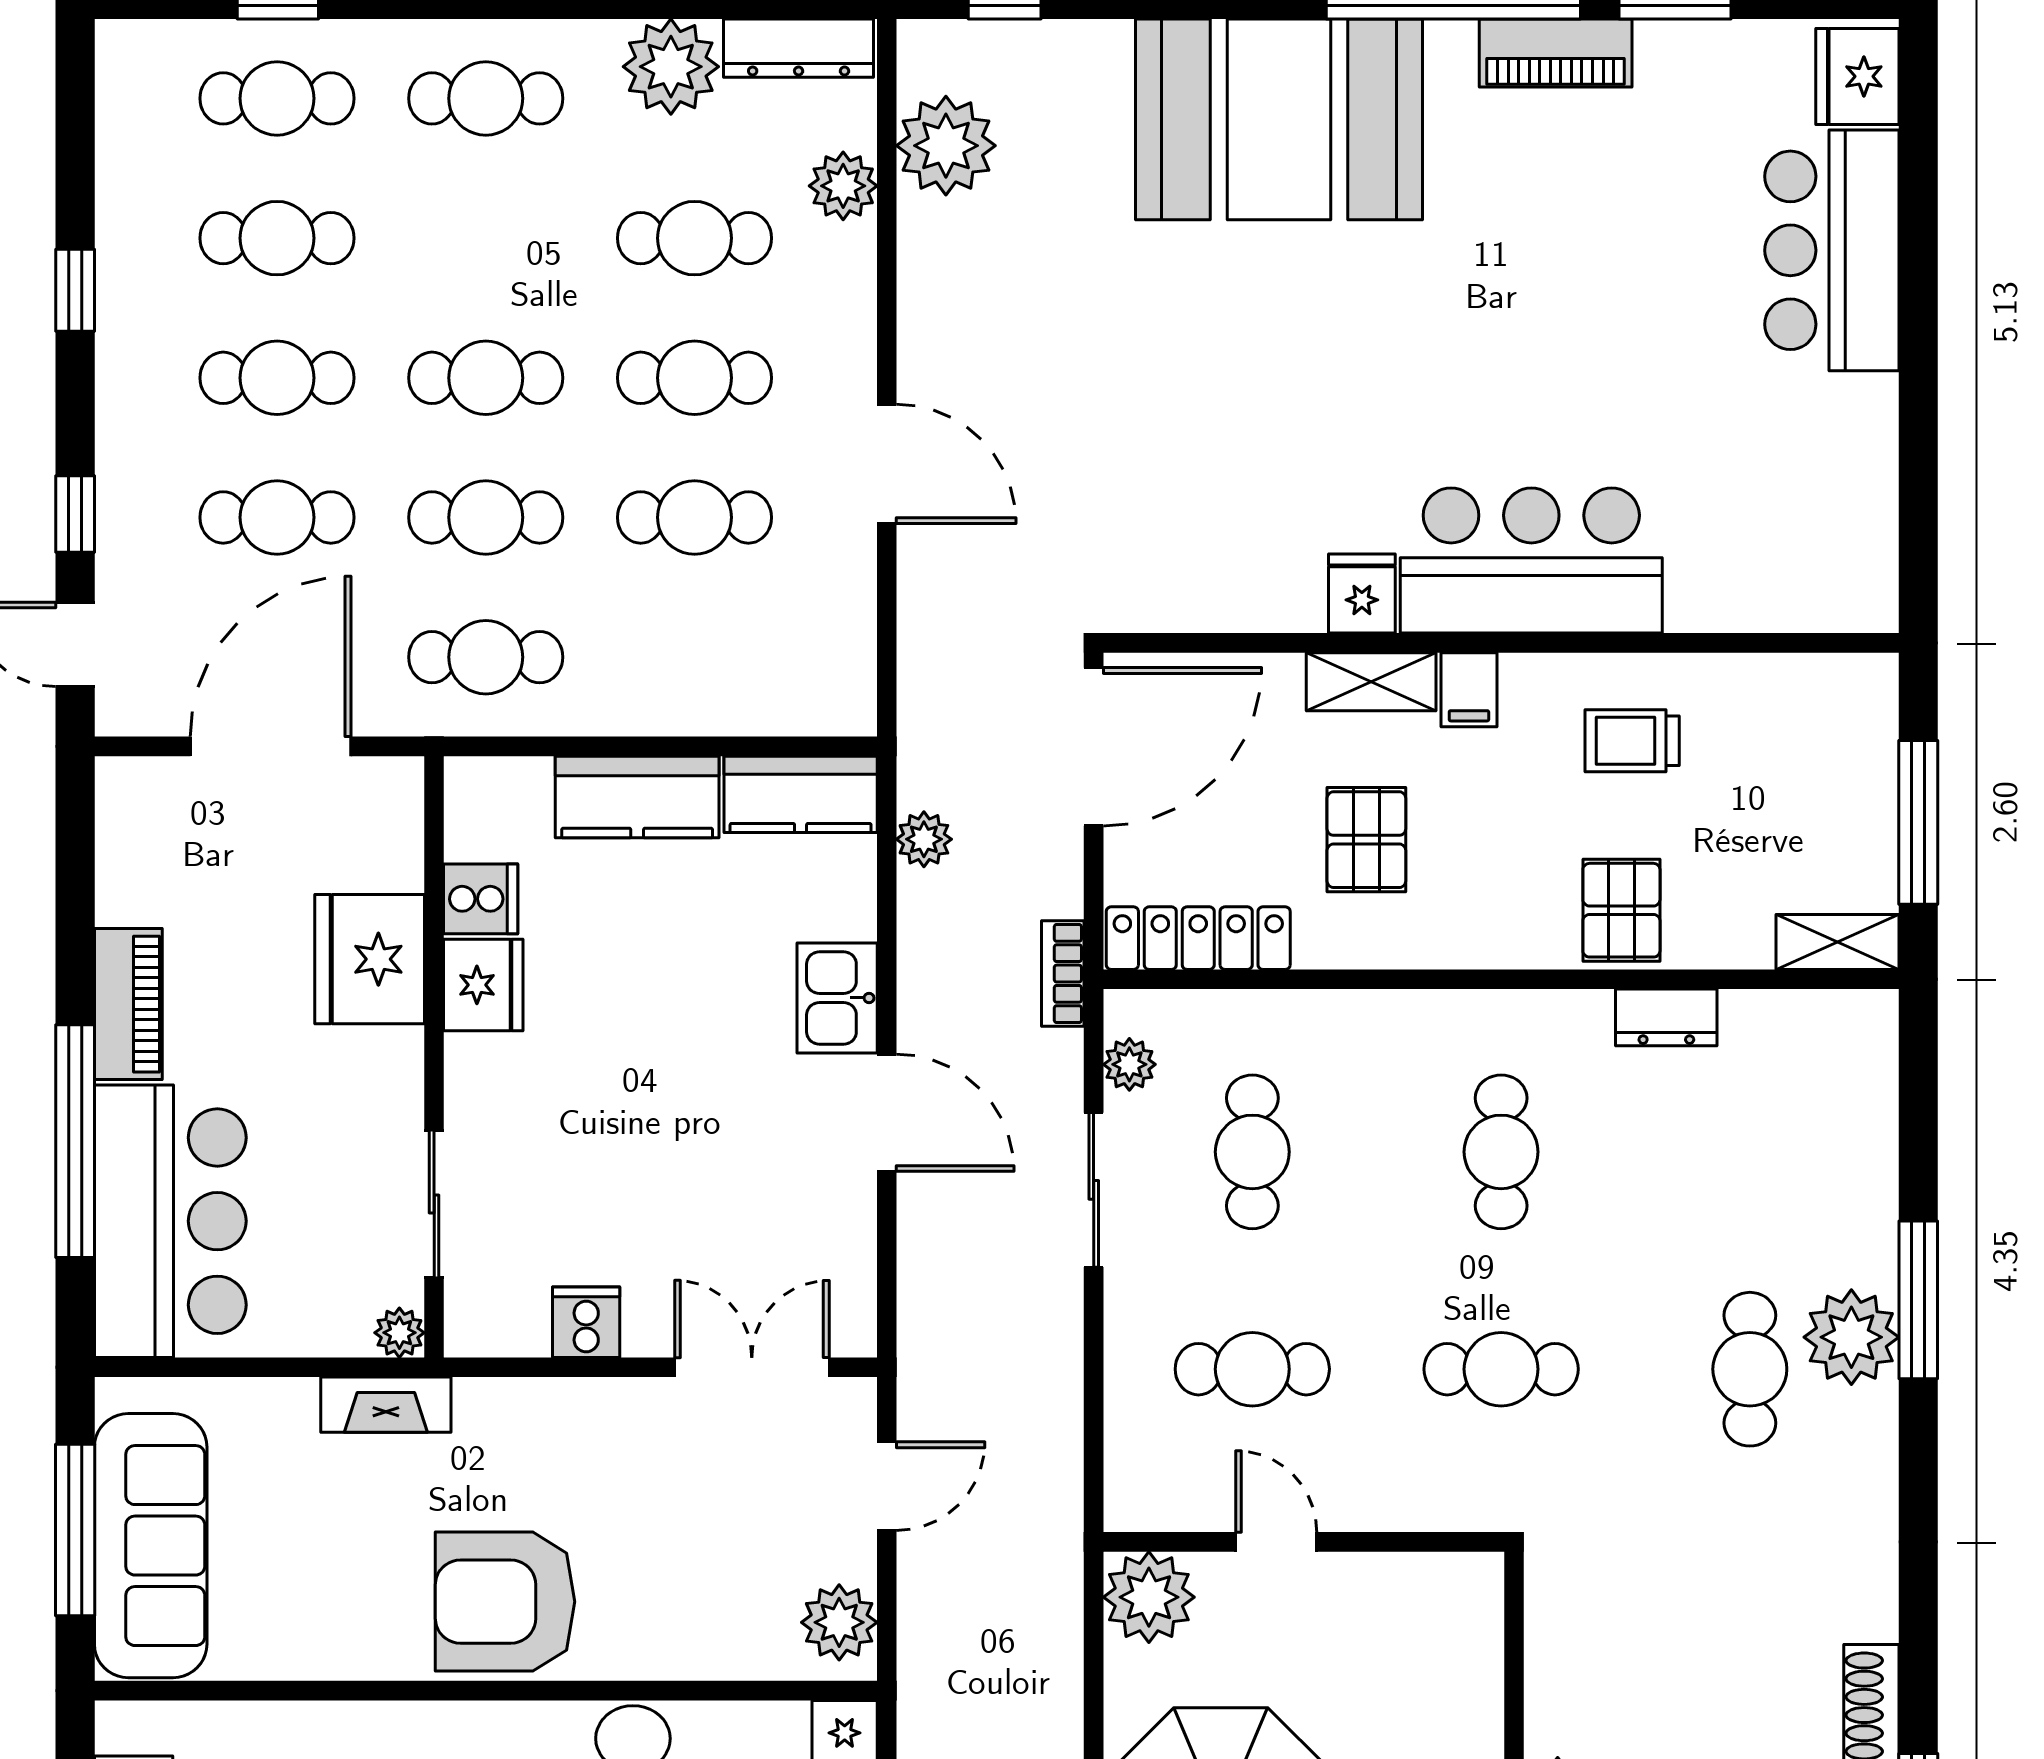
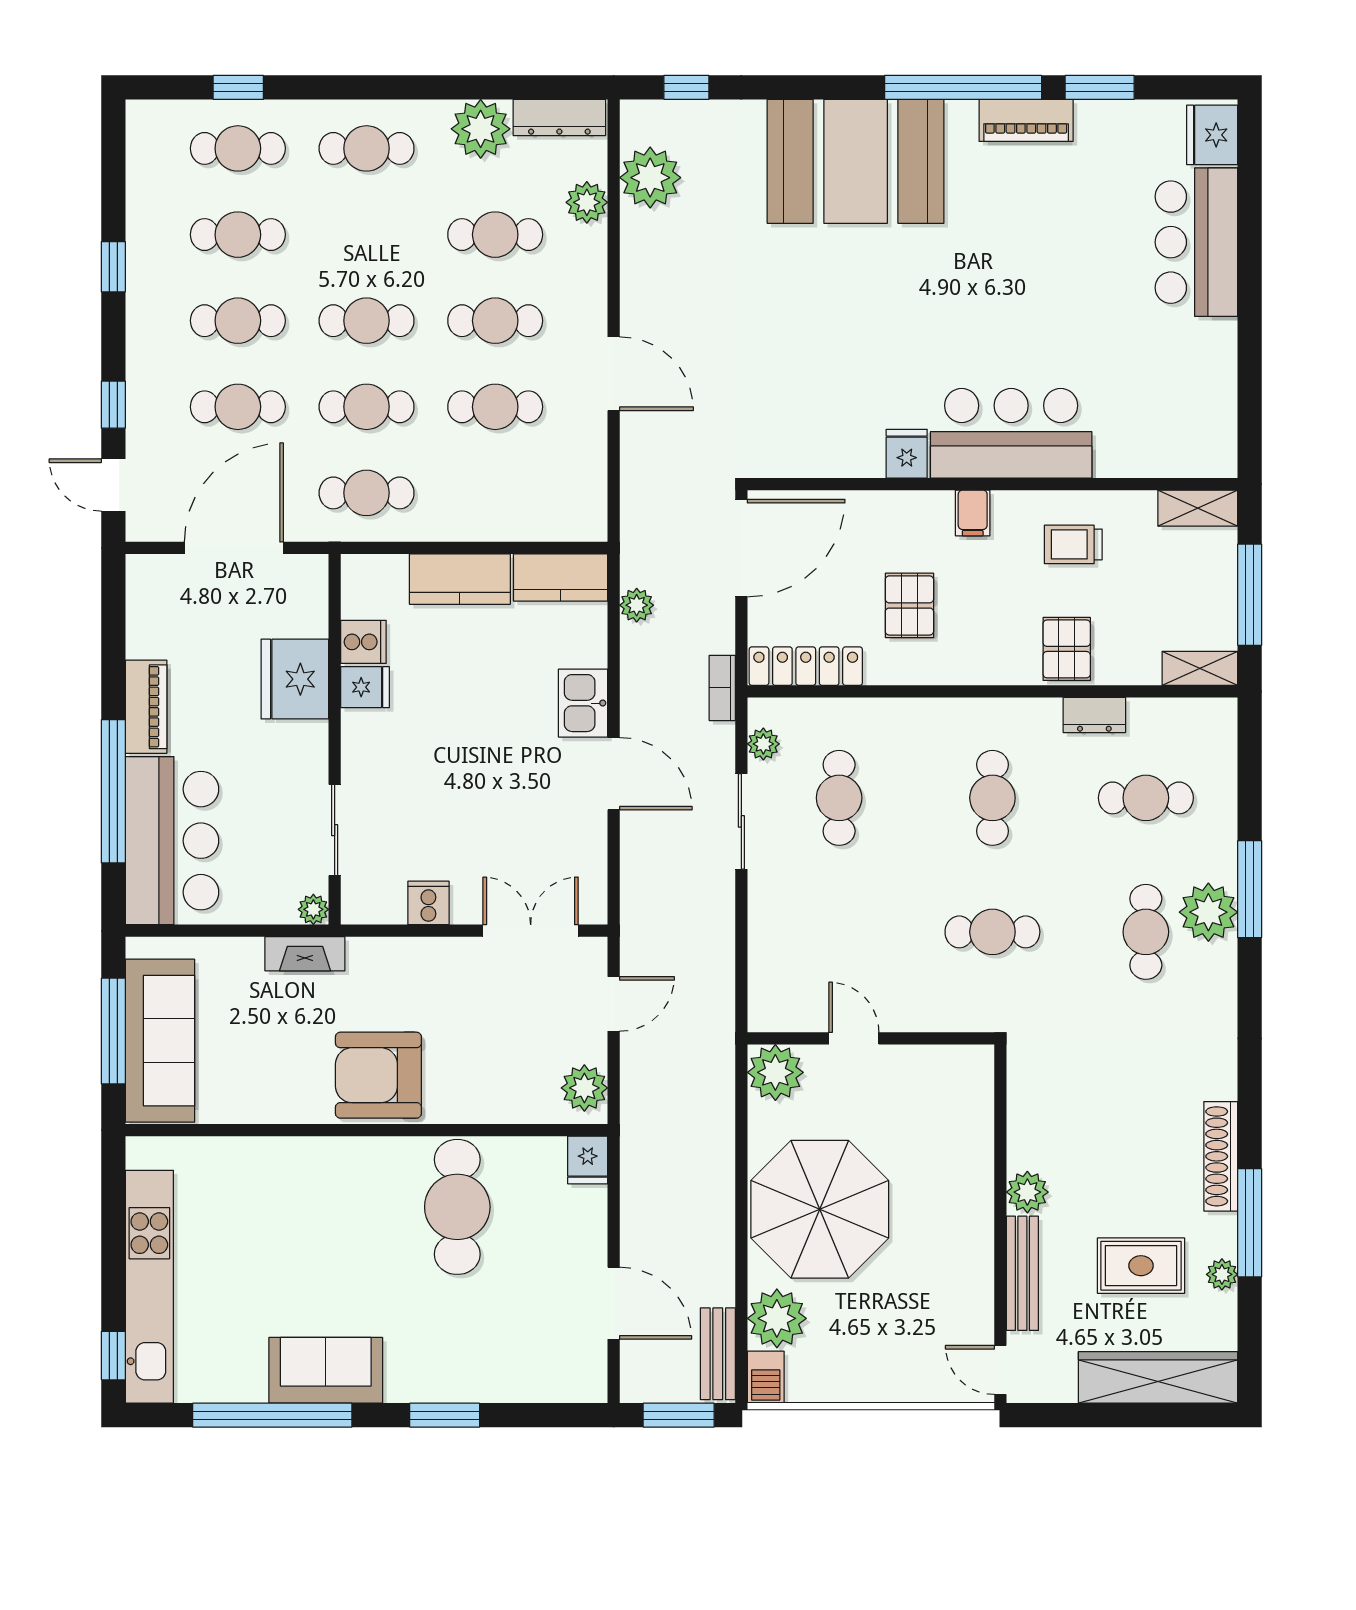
shelving: (1371, 682) -> (1198, 508), moved
fridge: (483, 985) -> (365, 687), width x0.72
cafe table: (1252, 1369) -> (1146, 798), moved

